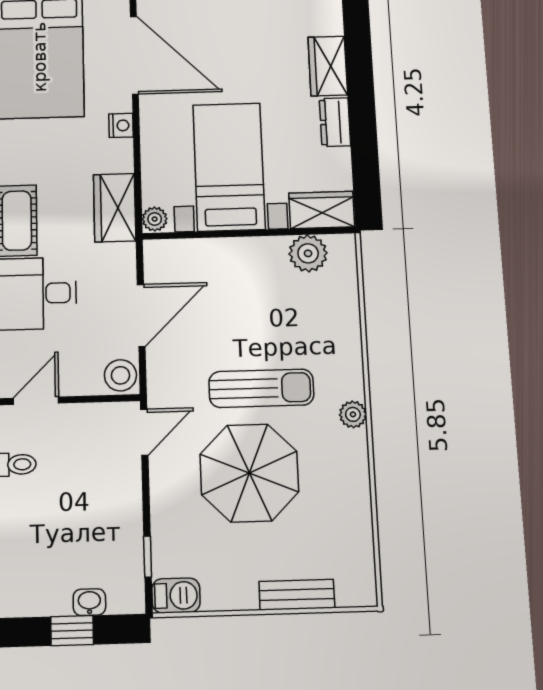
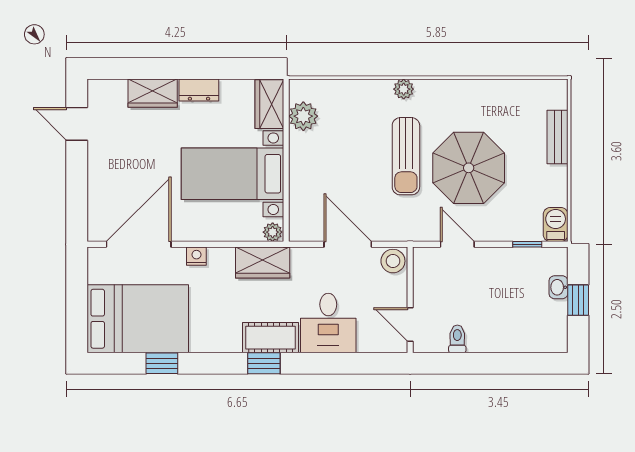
sun lounger: (261, 388) -> (406, 156), turned 180
plant: (353, 414) -> (404, 89), moved
door: (144, 432) -> (457, 244), moved

